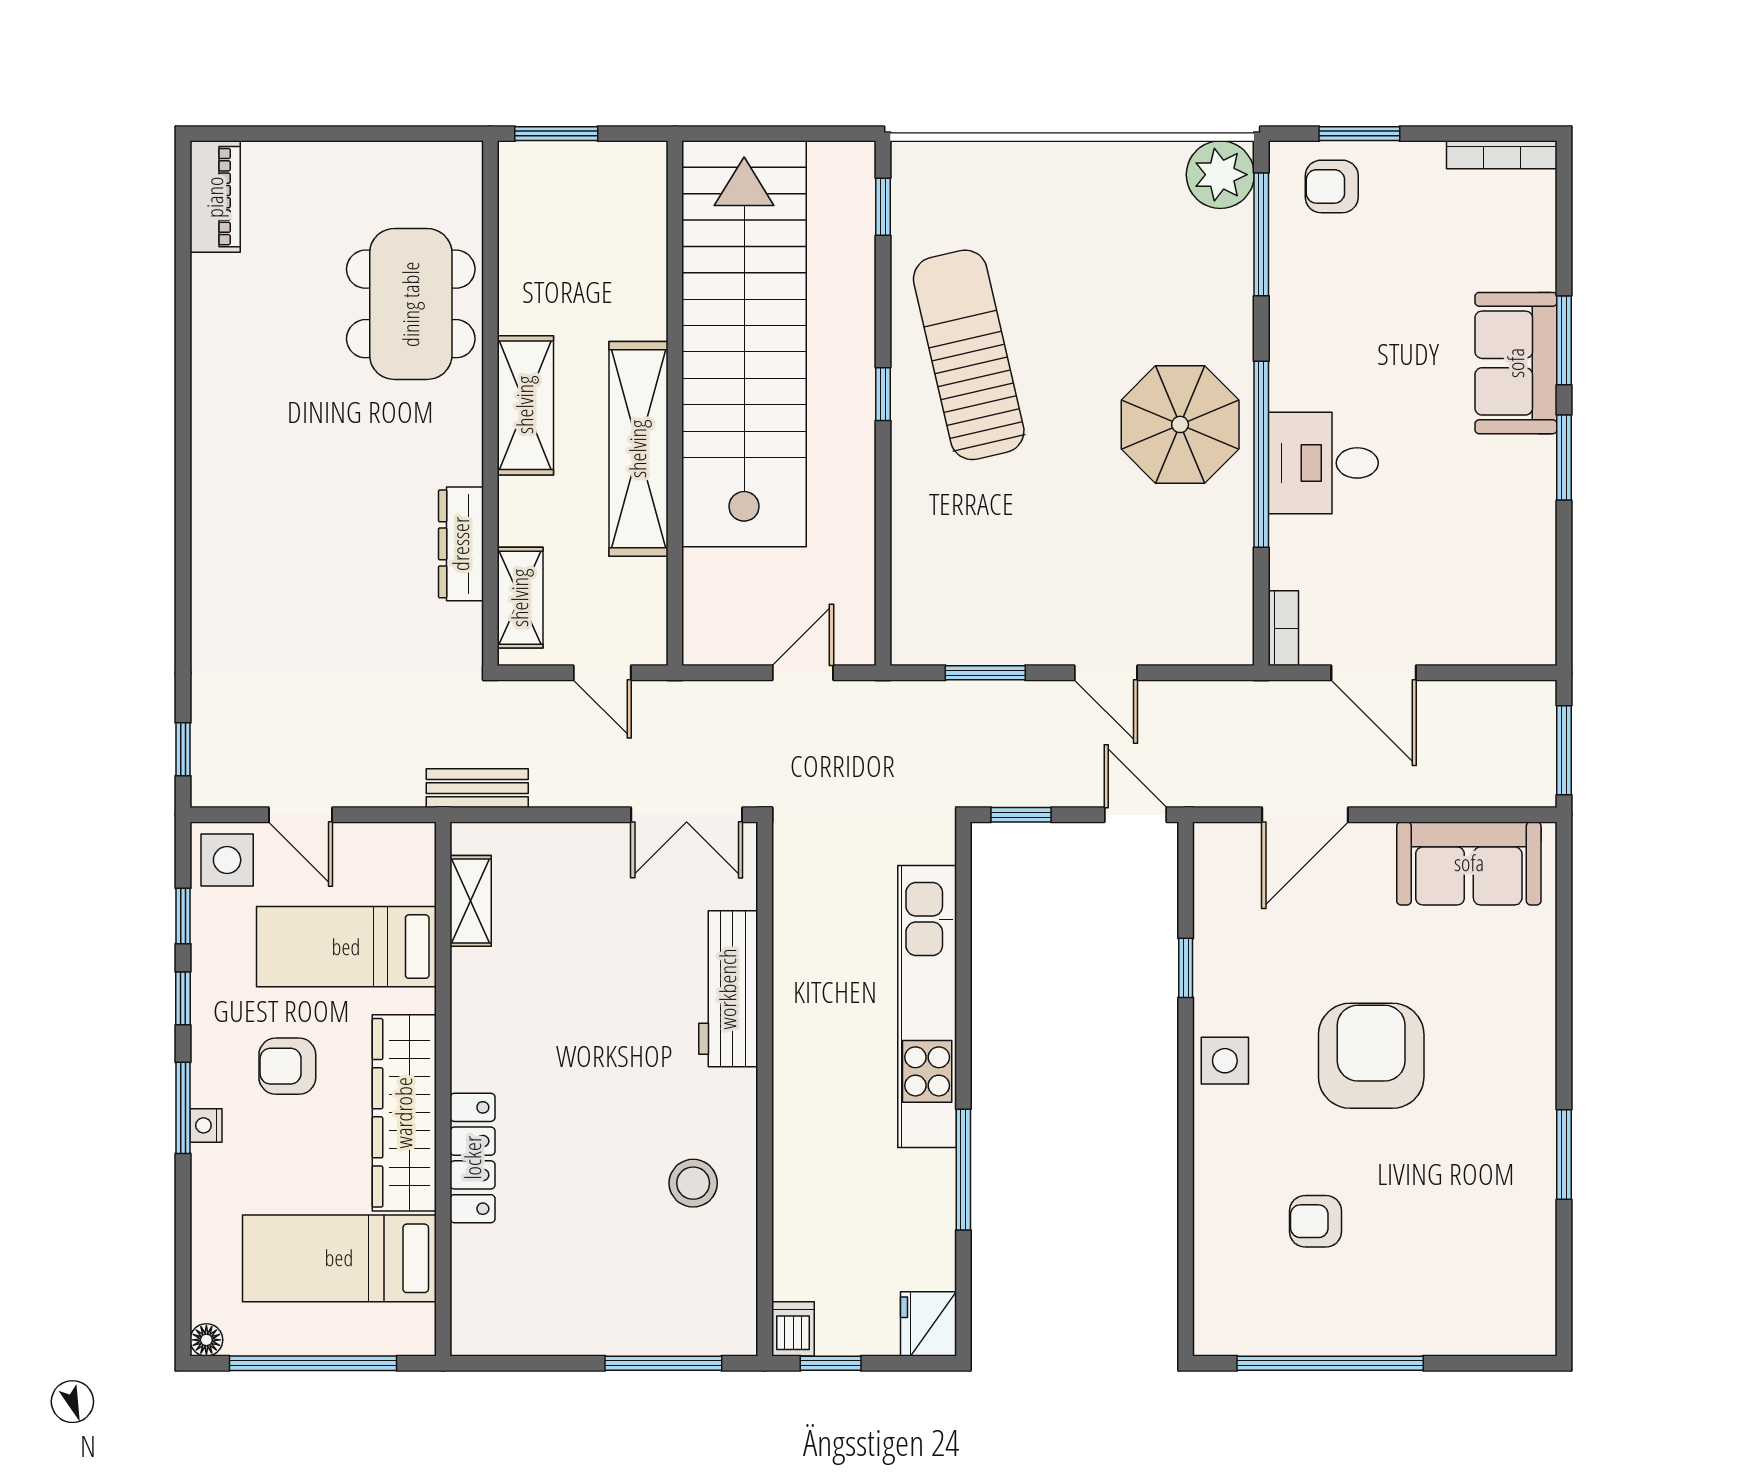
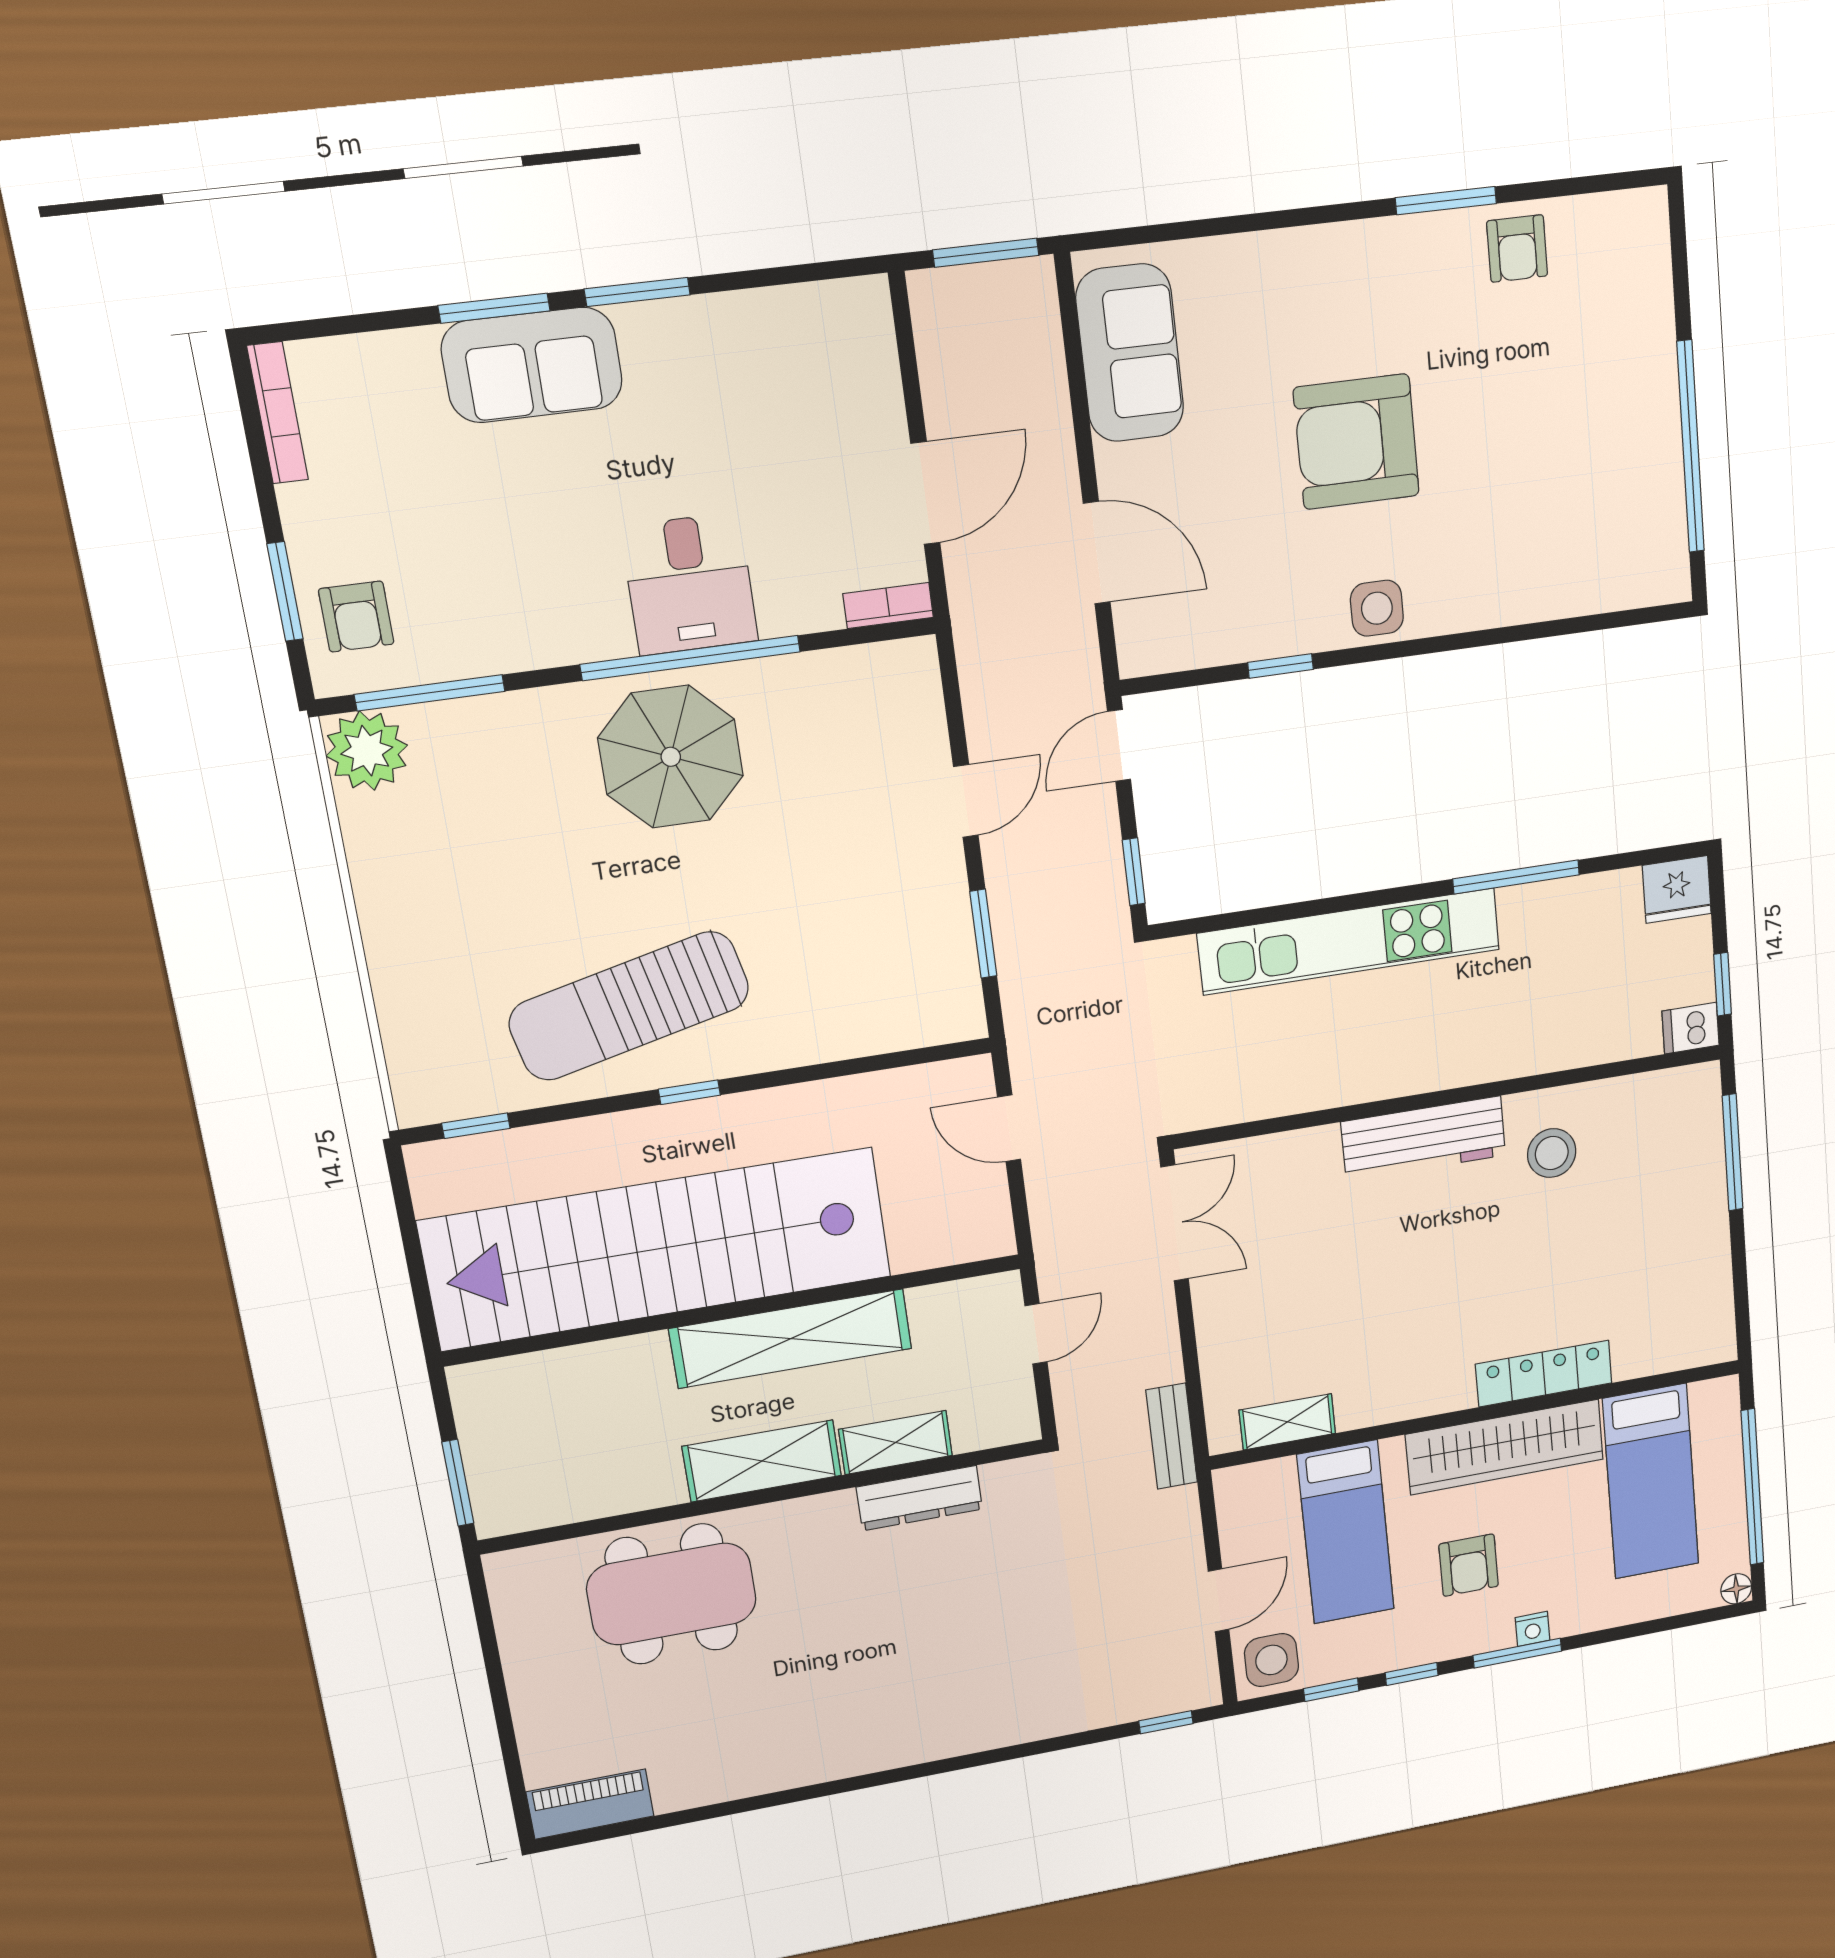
shelving: (520, 598) -> (896, 1442), moved
workbench: (728, 989) -> (1424, 1139), moved
armchair: (1316, 1221) -> (1517, 249), moved

